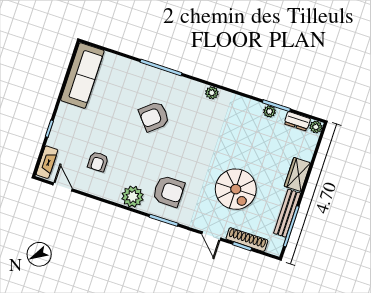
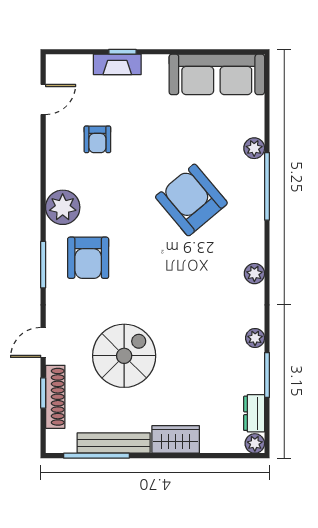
plant: (135, 68) -> (254, 148), added
plant: (269, 111) -> (255, 338), moved
armchair: (154, 116) -> (191, 200), width x1.36, depth x1.36
fireplace: (47, 162) -> (117, 64), moved
armchair: (98, 162) -> (97, 139), turned -90
spiral stairs: (236, 189) -> (124, 356), turned 180

